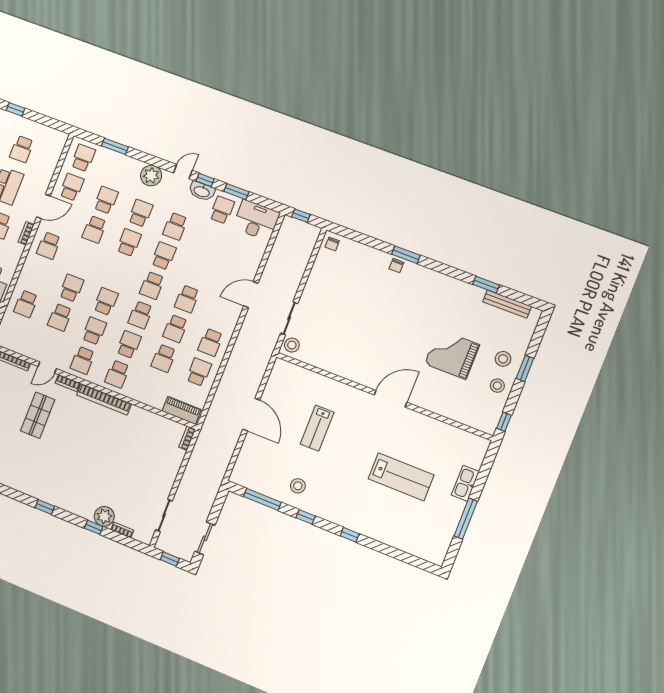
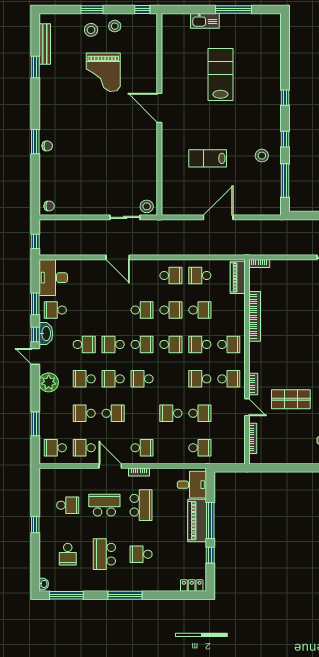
school desk: (106, 301) -> (142, 379), moved
bookcase: (104, 399) -> (255, 316), moved
lab bench: (317, 428) -> (208, 158), turned 180

